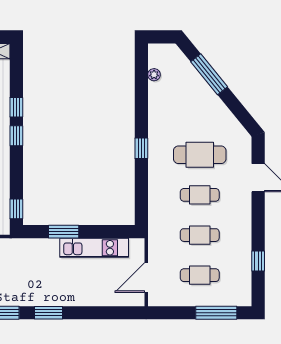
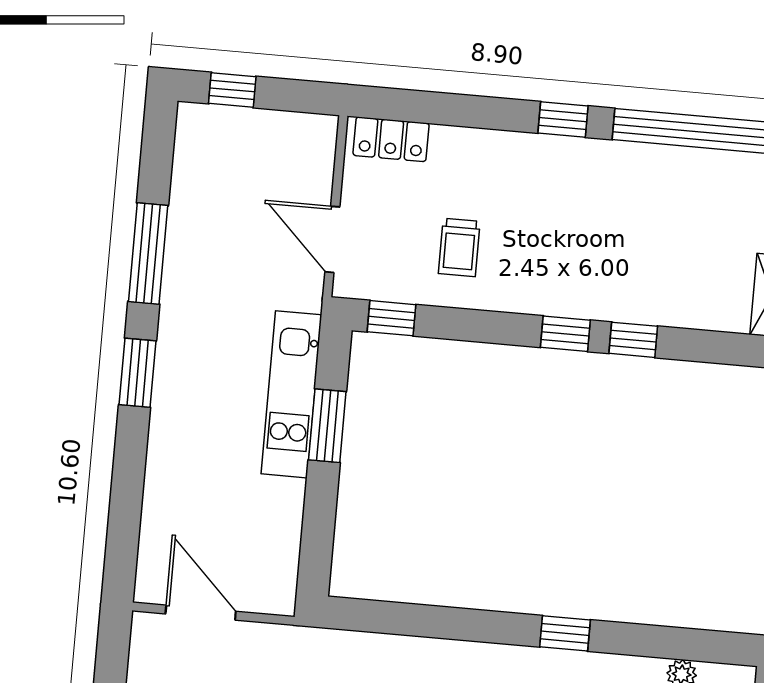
window: (141, 148) -> (565, 633), moved
kitchen unit: (94, 248) -> (291, 394), moved

